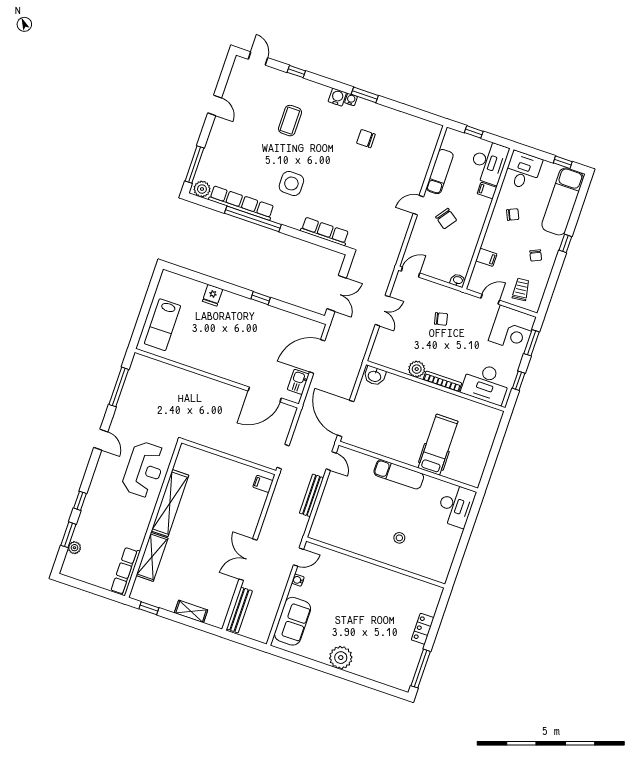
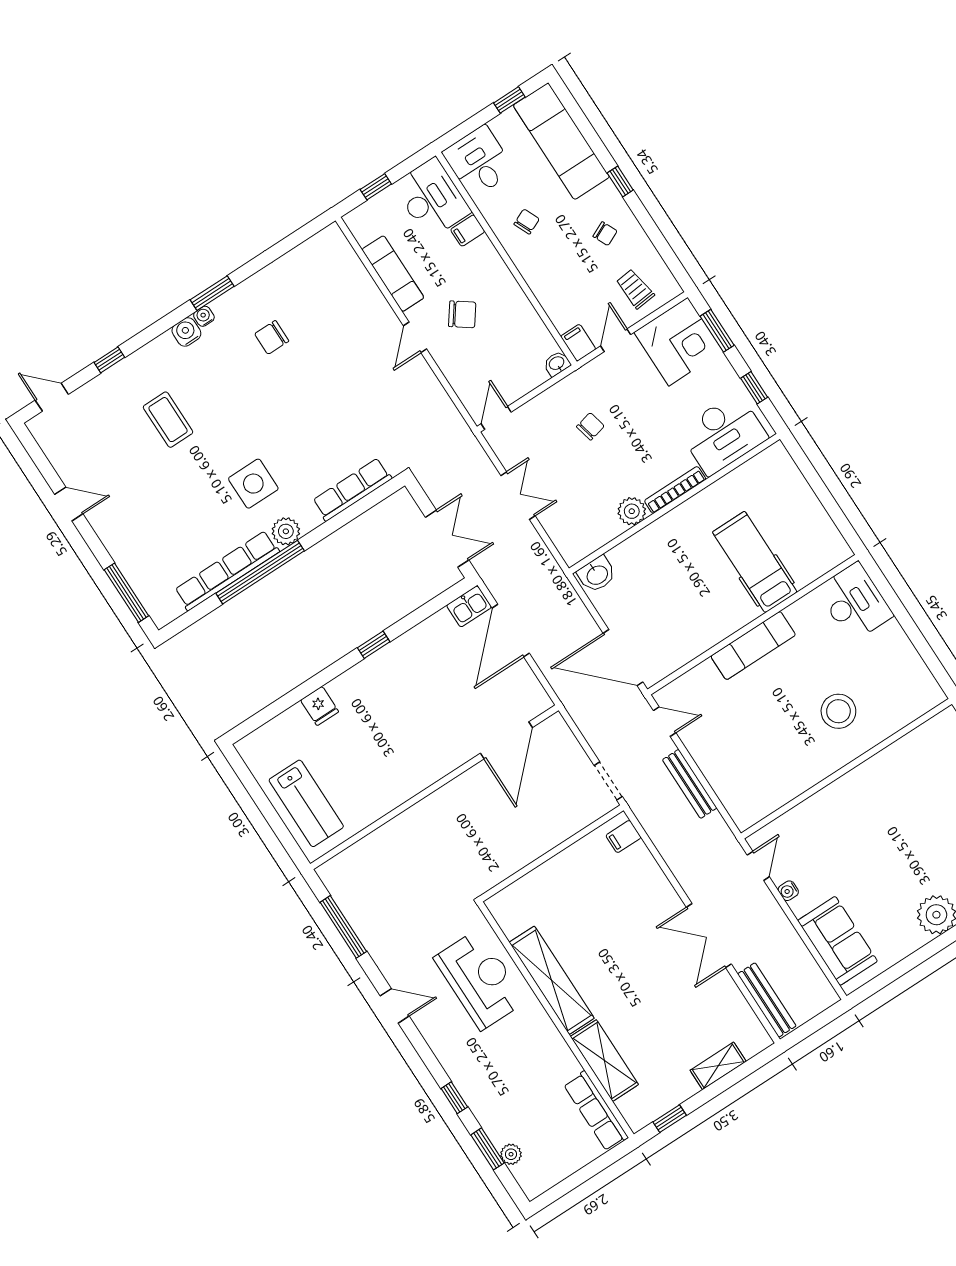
plant: (202, 189) -> (286, 531), moved
filing cabinet: (486, 257) -> (578, 343), moved, turned -90
kitchen sink: (298, 382) -> (469, 606), moved, turned -90
stool: (399, 538) -> (838, 711), width x1.89, depth x1.89

